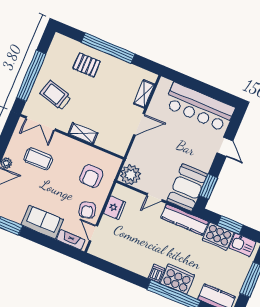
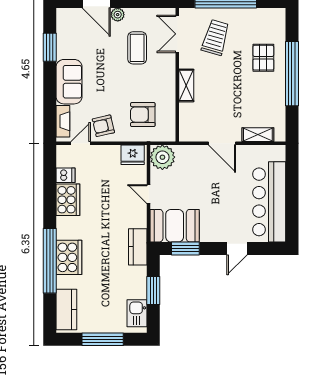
fridge: (115, 208) -> (133, 155), moved
kitchen counter: (185, 220) -> (138, 247), width x0.67
cooker: (218, 236) -> (68, 200), moved, turned 180
dishwasher: (156, 273) -> (66, 175), moved

